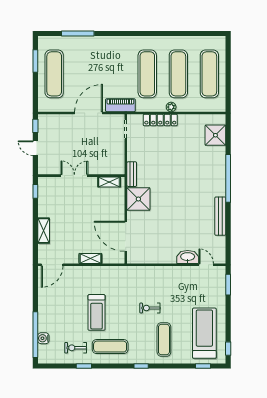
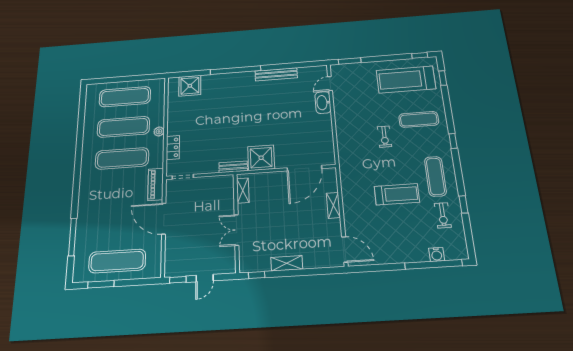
locker: (160, 120) -> (173, 148), width x0.66
shelving: (44, 231) -> (287, 263), moved

